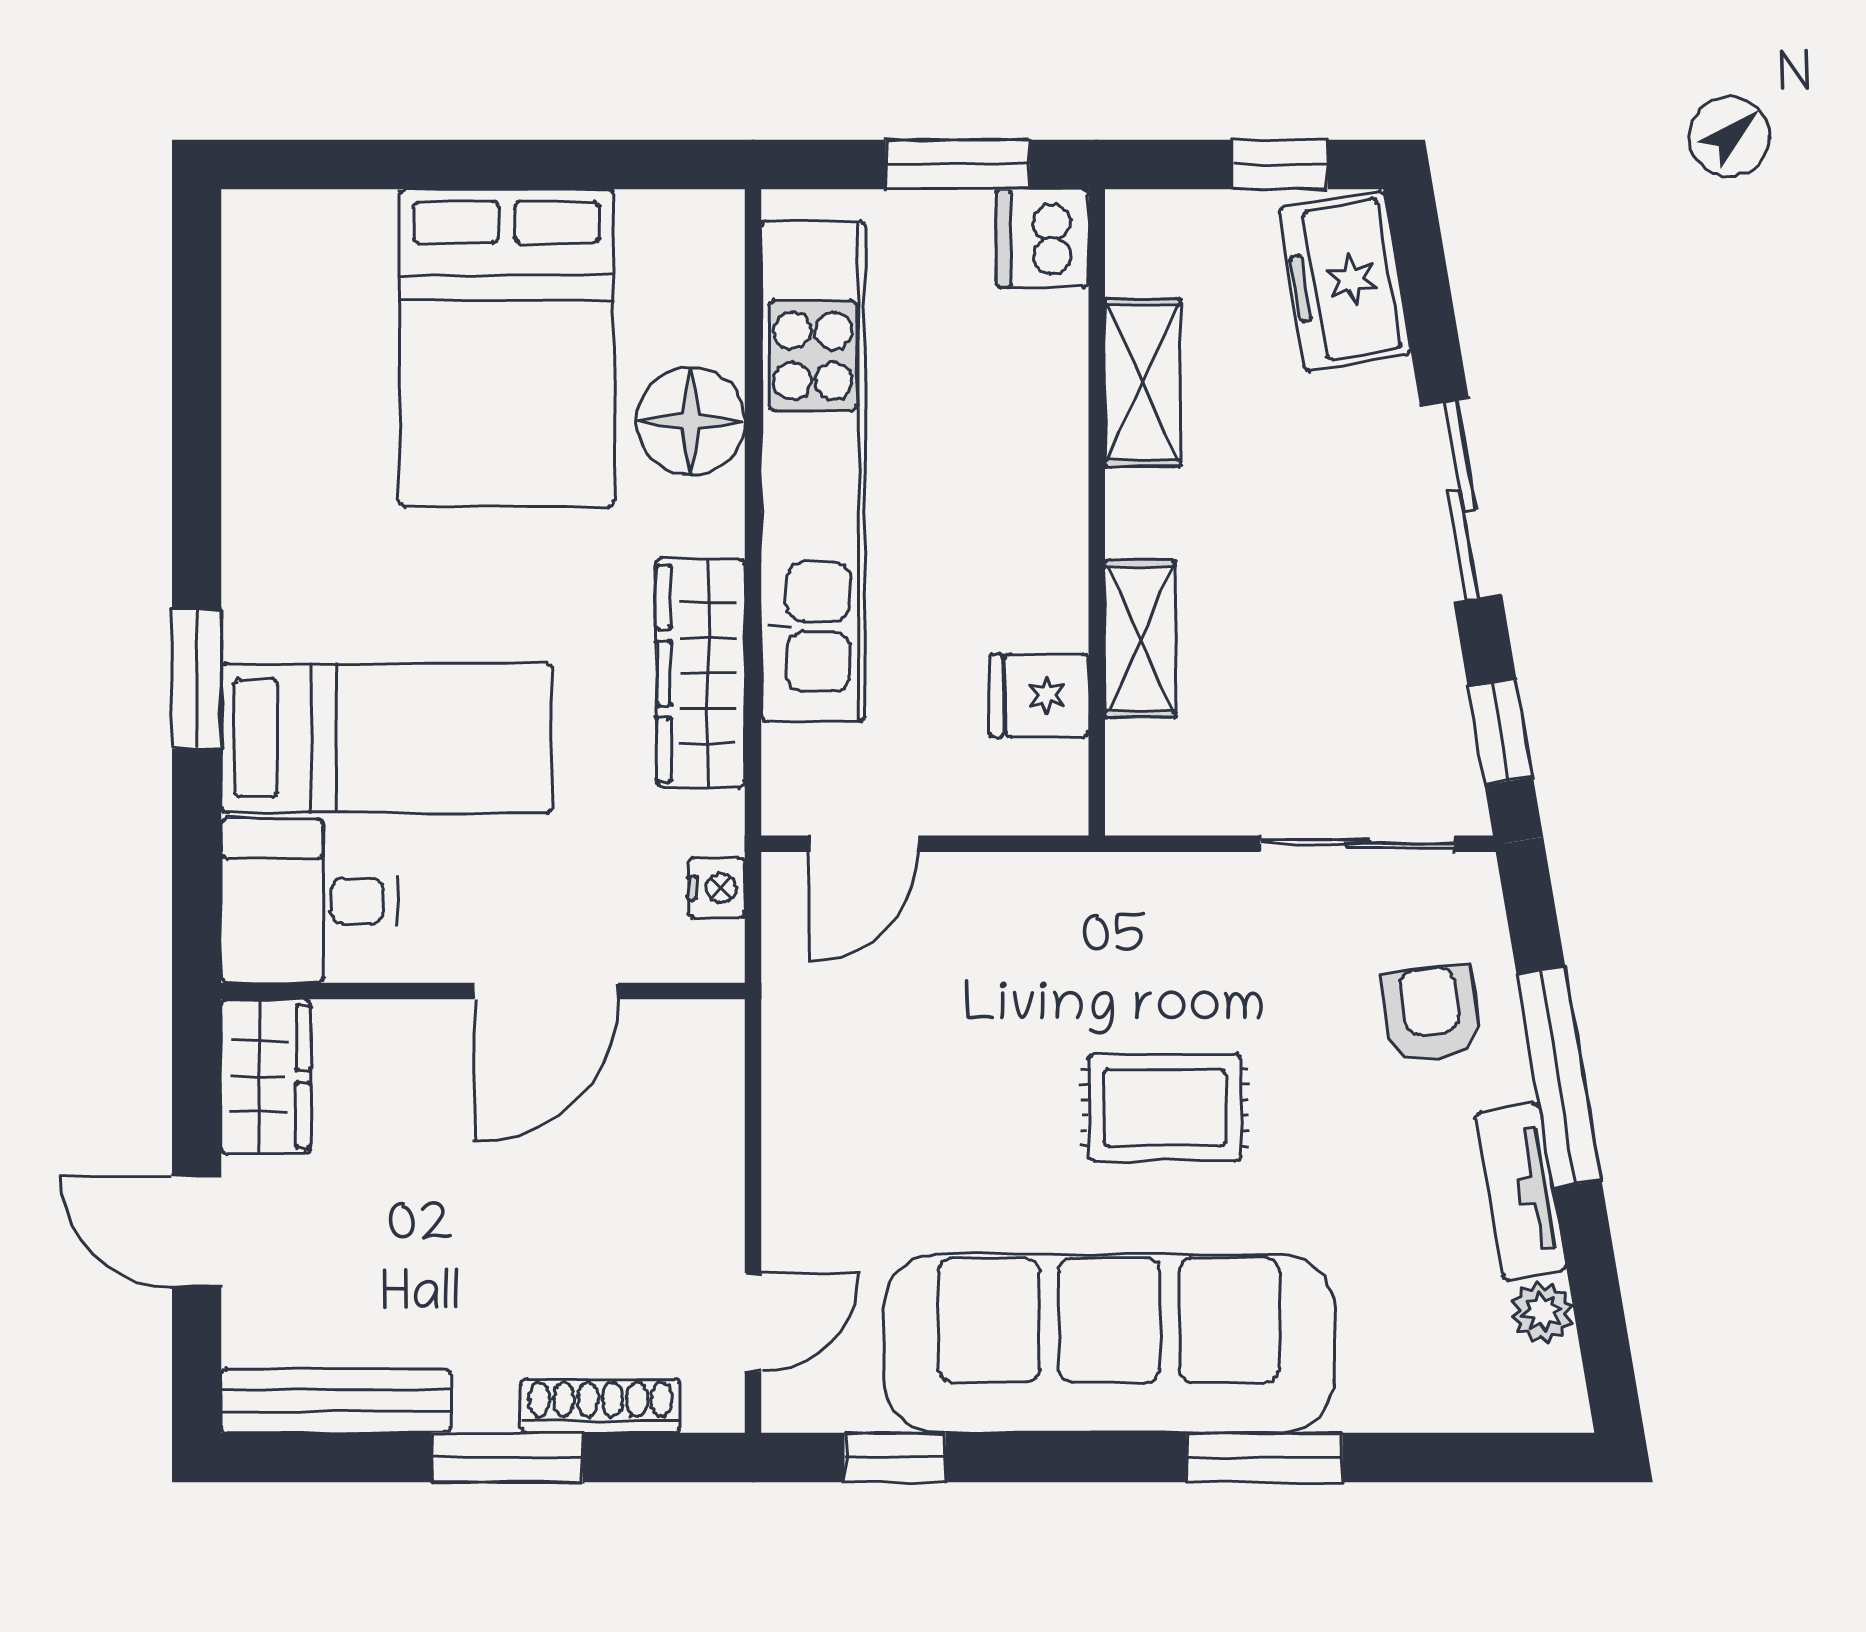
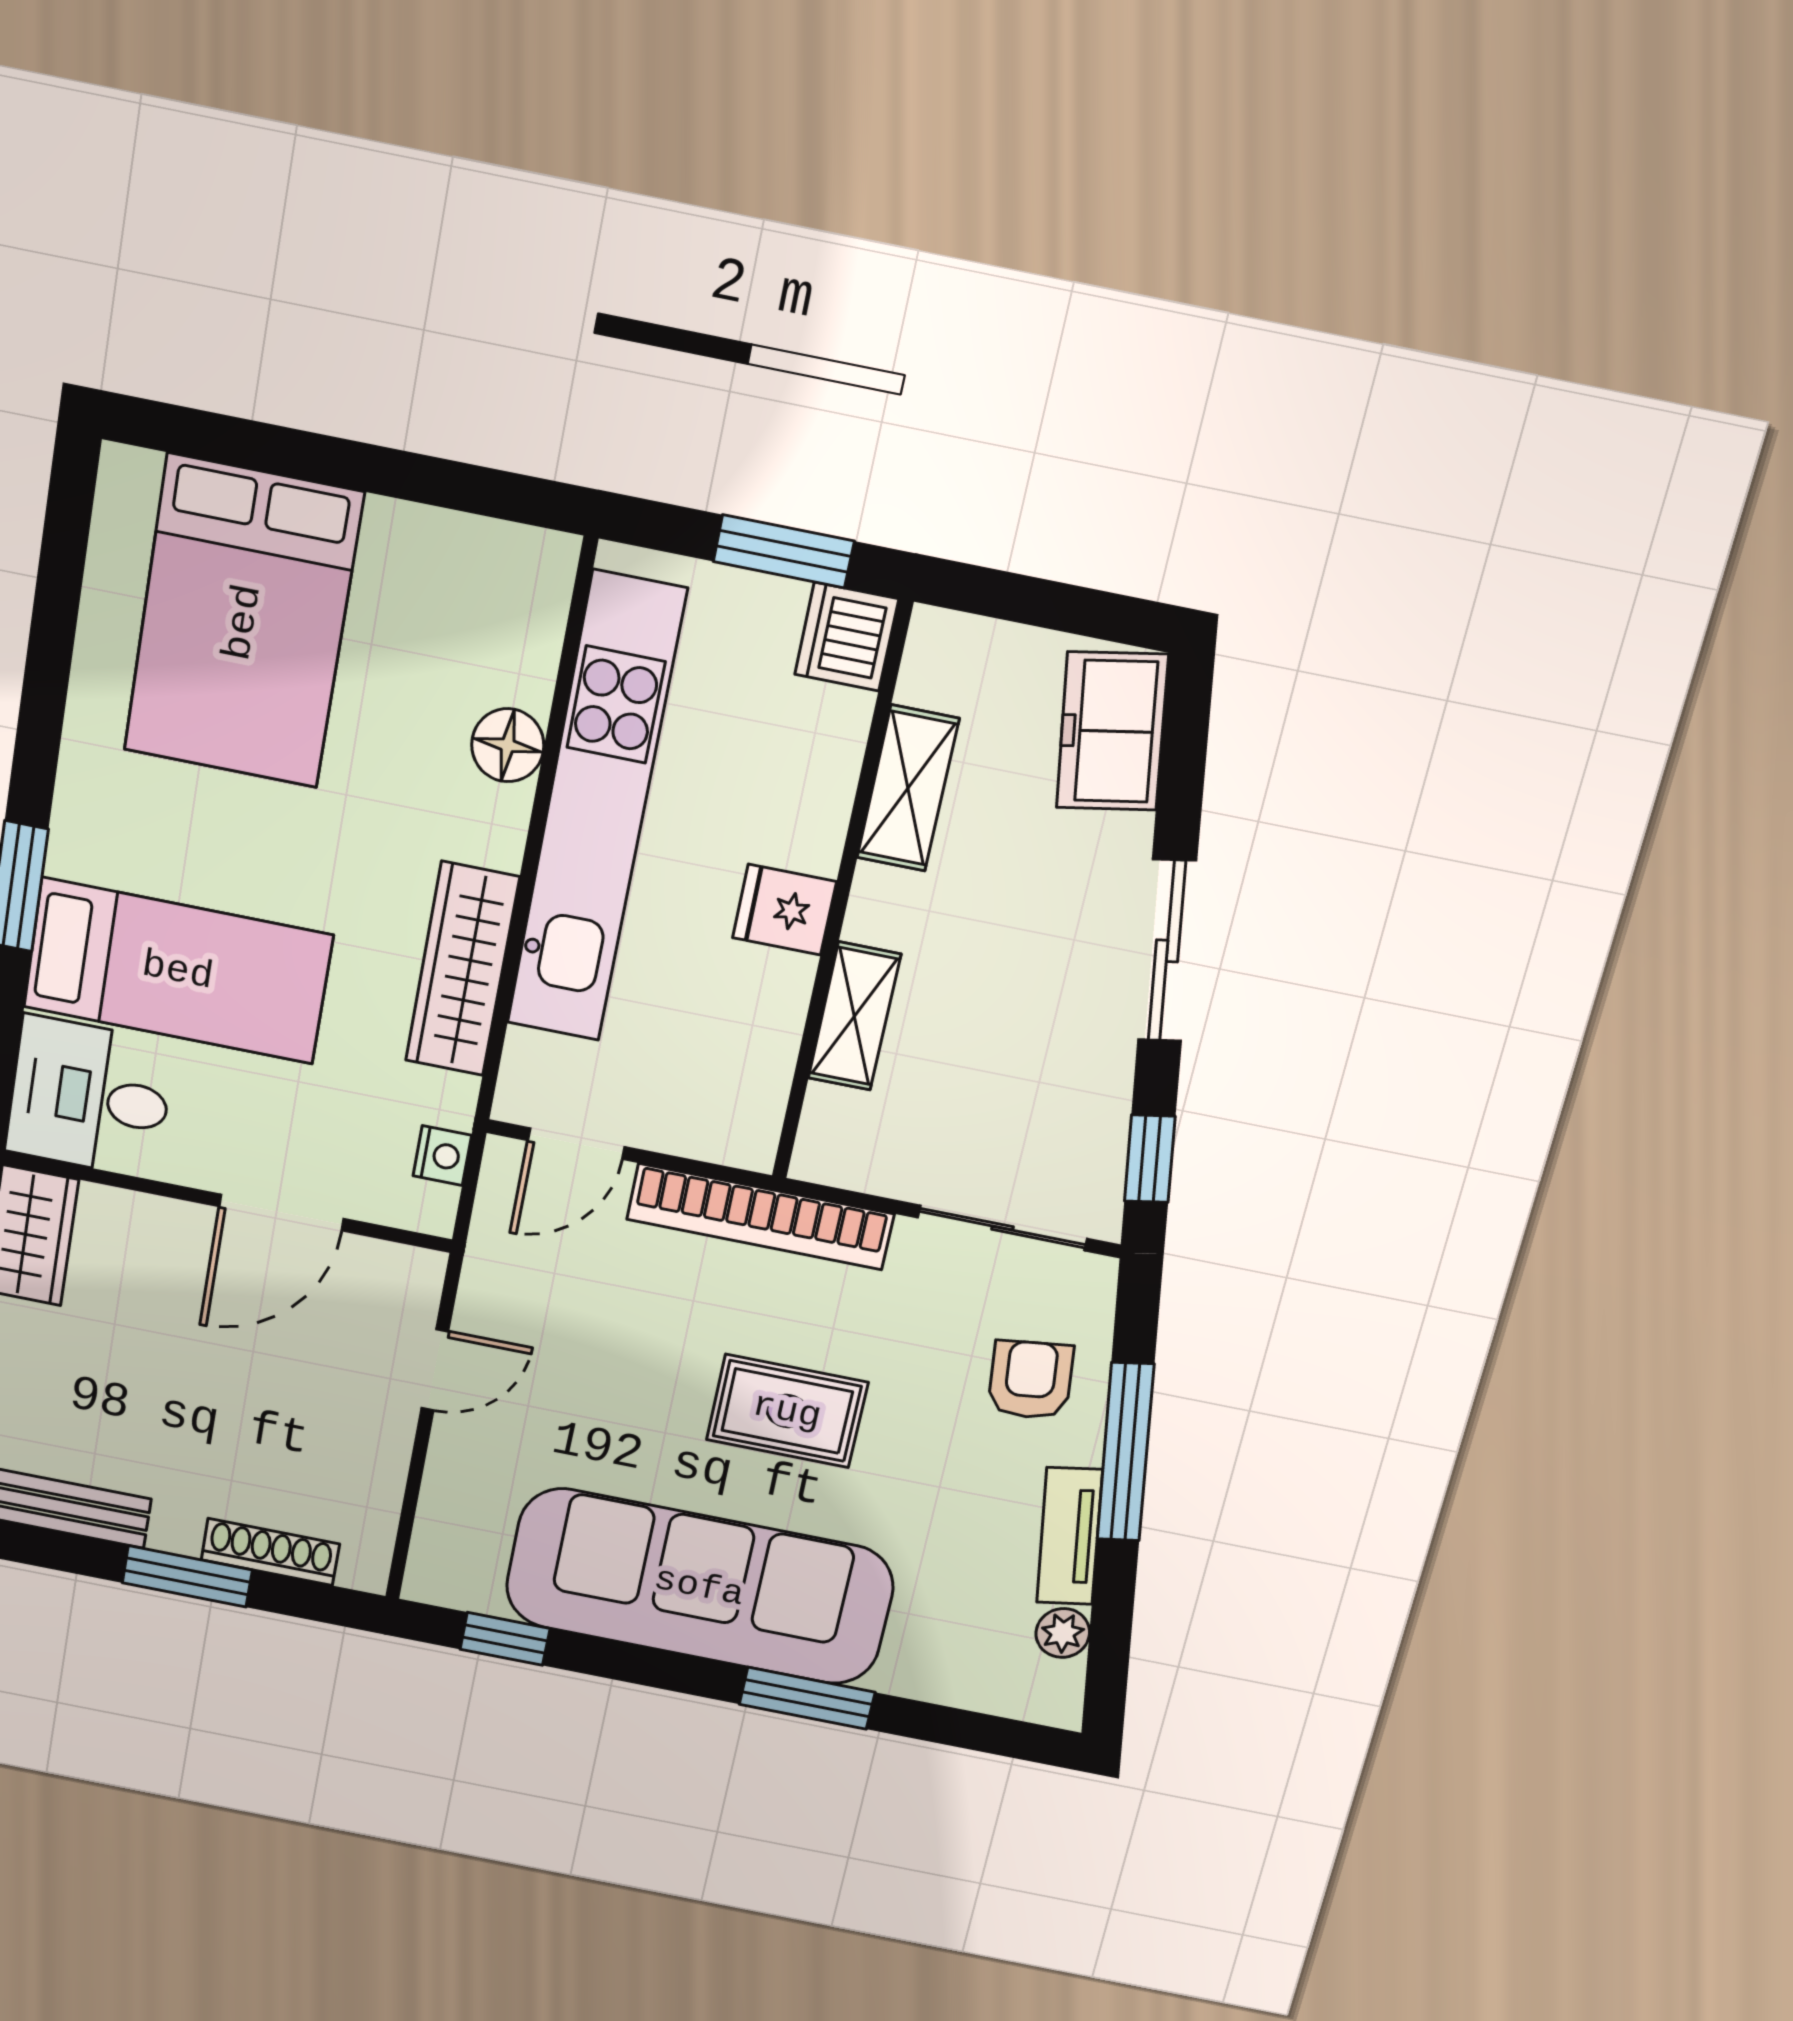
window: (1280, 164) -> (1079, 611), removed
bed: (507, 348) -> (243, 622), moved
floor lamp: (691, 421) -> (508, 745), width x0.73, depth x0.73
fridge: (1039, 695) -> (785, 910), moved
bookcase: (1086, 886) -> (760, 1217), added
door: (753, 1322) -> (435, 1370), moved

